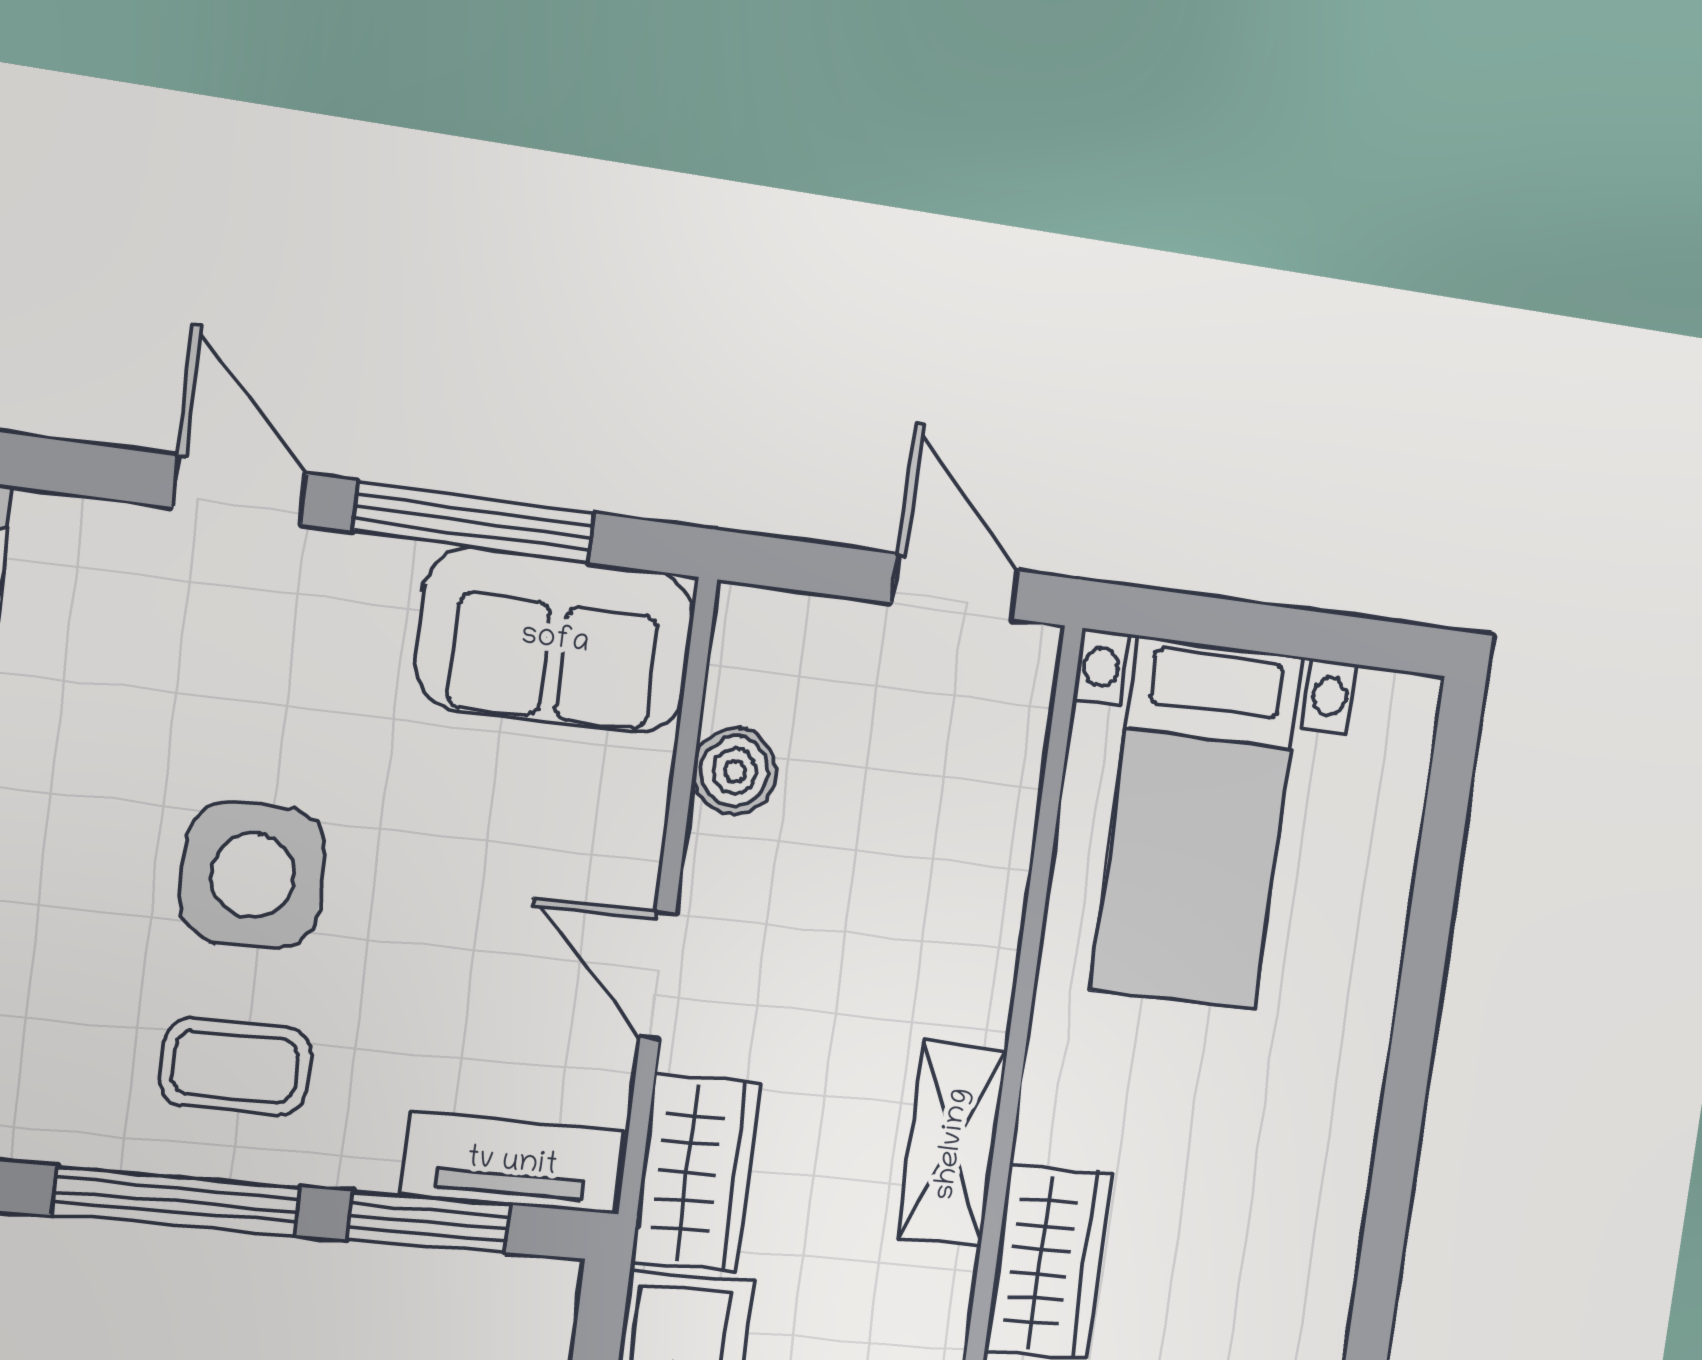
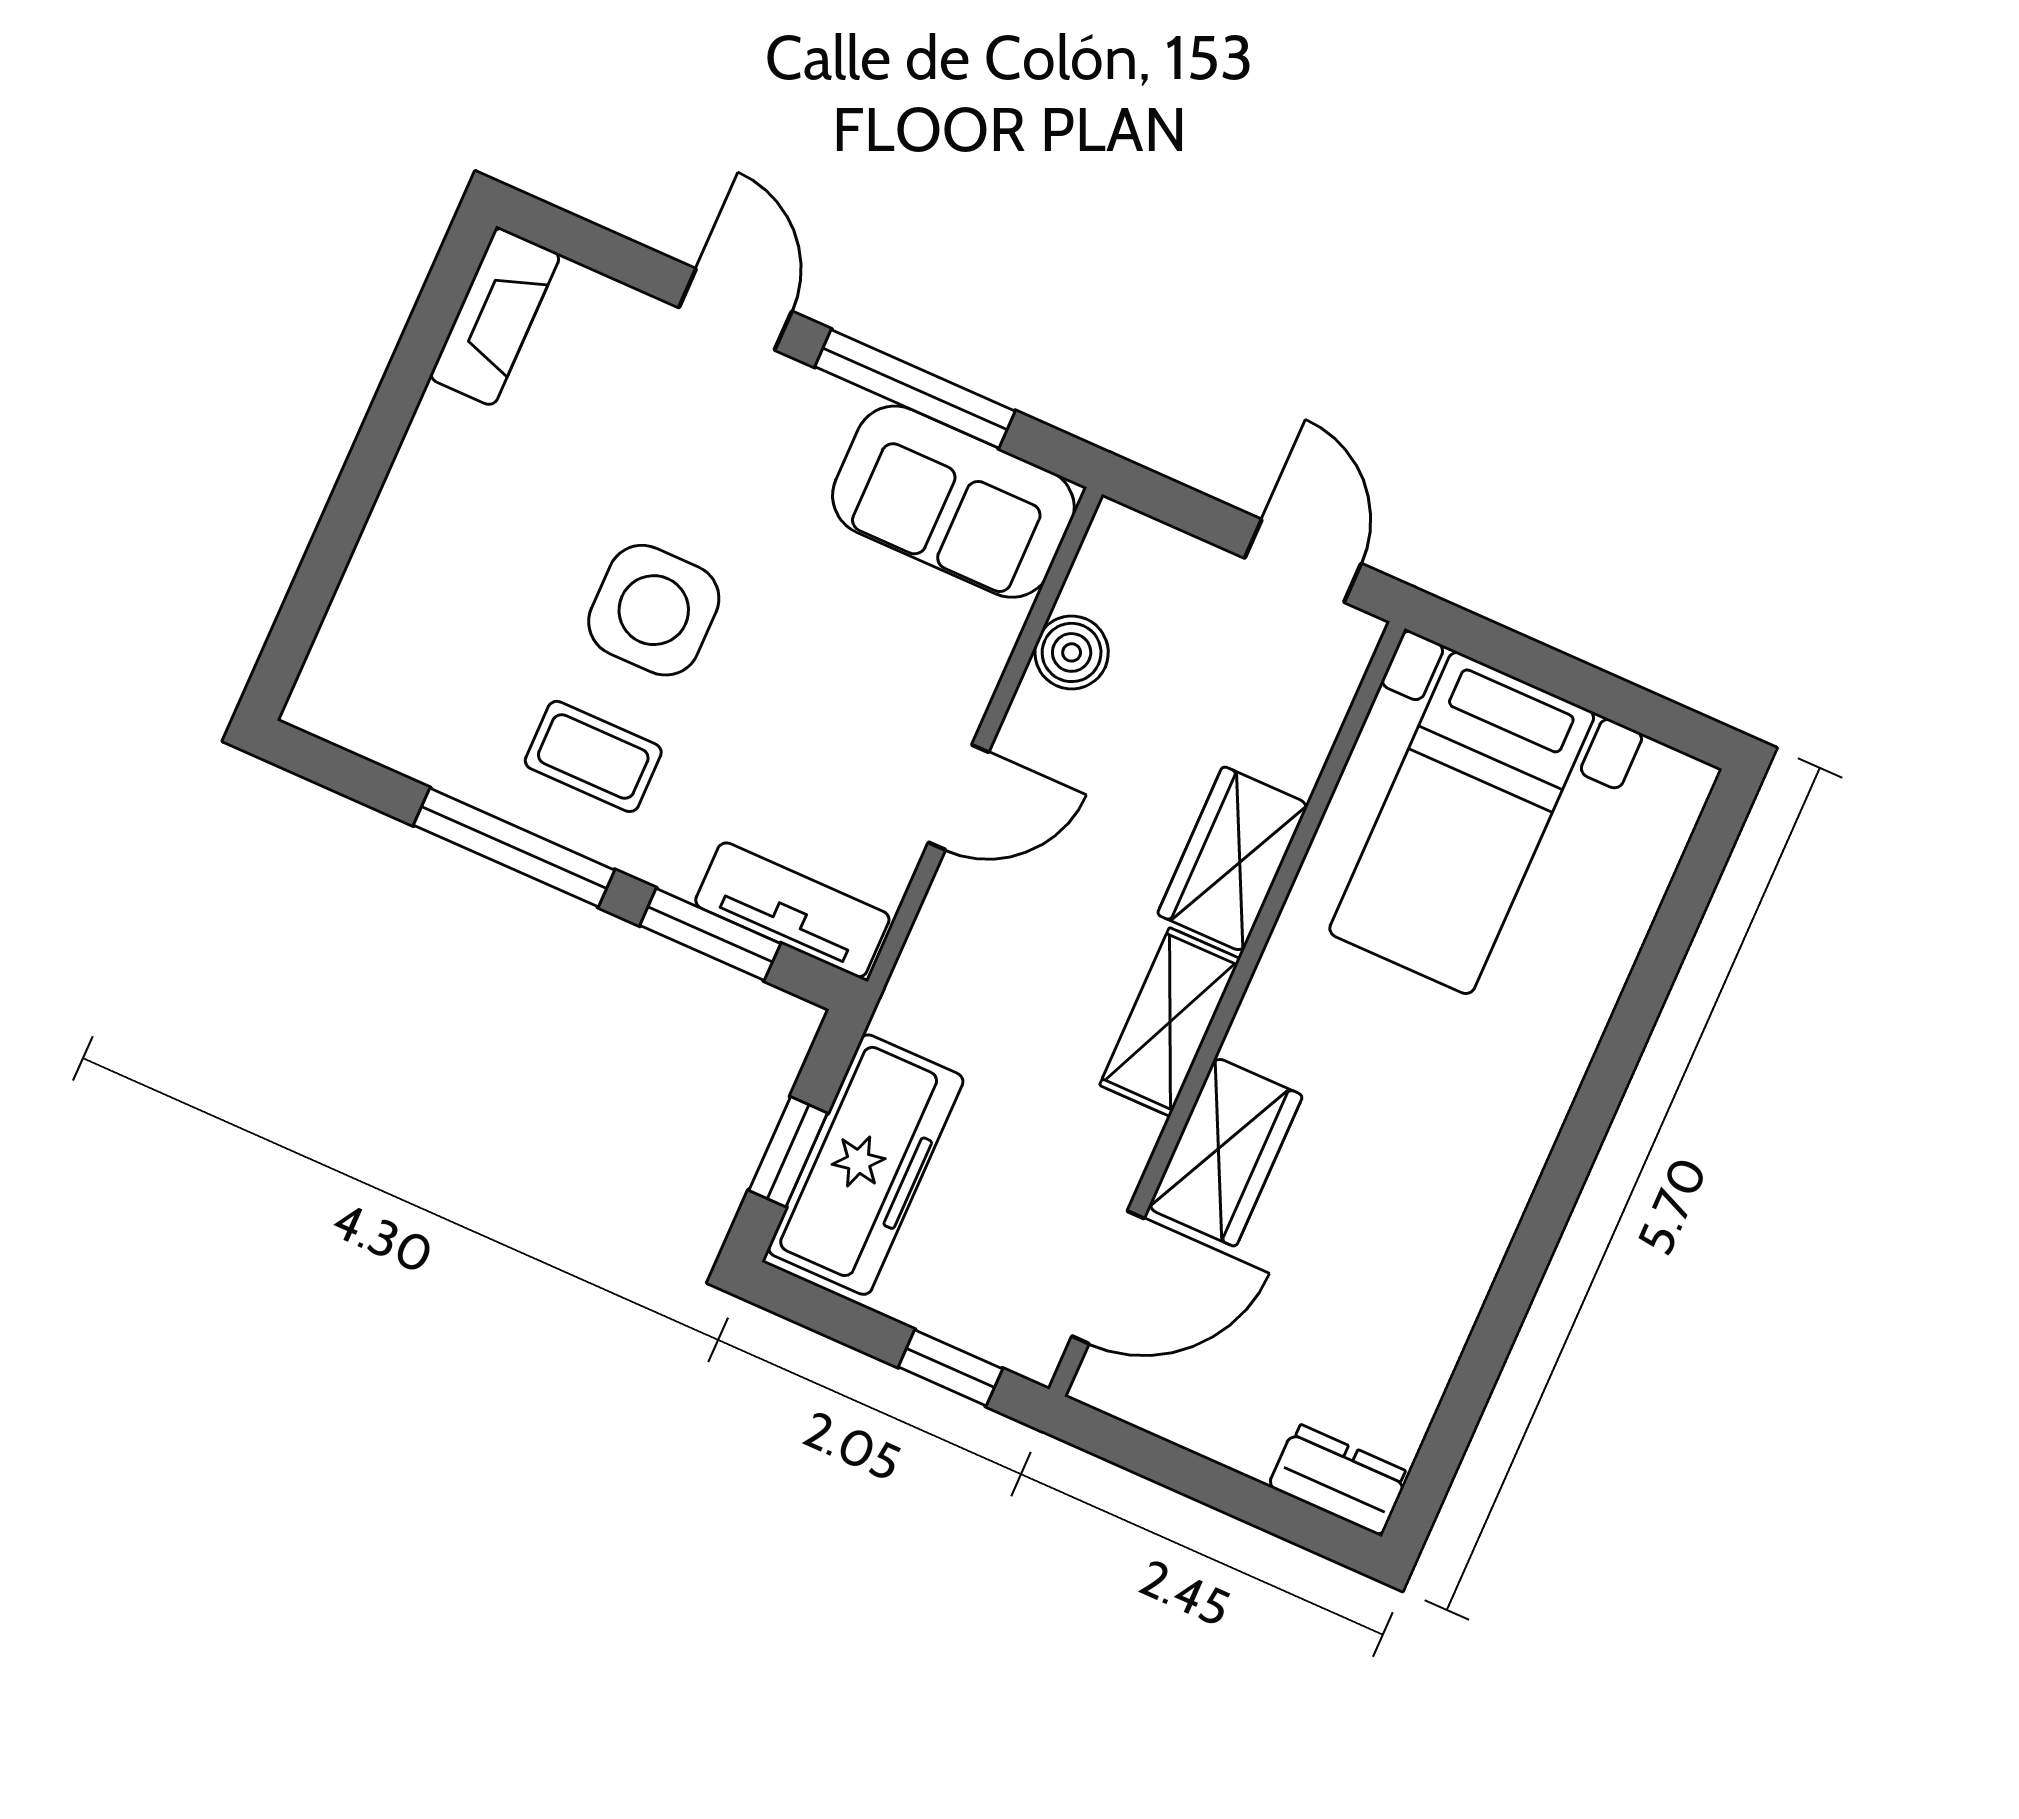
door: (658, 975) -> (959, 797), swing flipped
wardrobe: (695, 1173) -> (1233, 859), moved, turned 180

